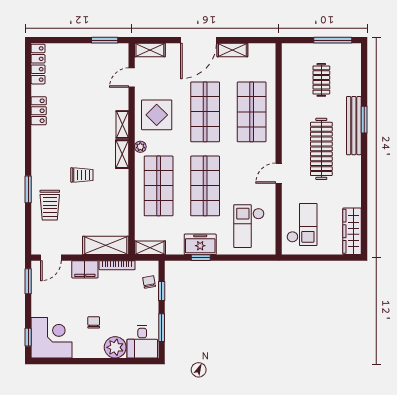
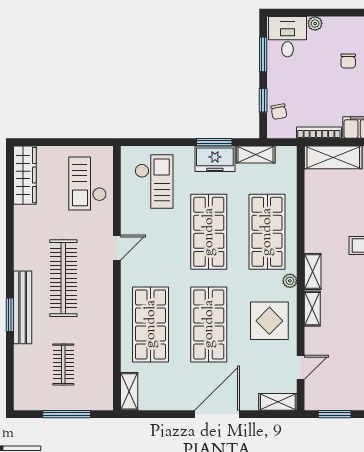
window: (333, 40) -> (67, 414), moved
shelving: (232, 50) -> (129, 391), moved, turned 90
shelving: (150, 248) -> (256, 154), moved
window: (201, 258) -> (214, 142), width x1.50
plant: (115, 347) -> (315, 23), width x0.53, depth x0.53

